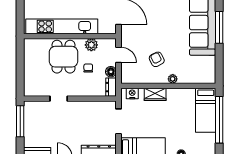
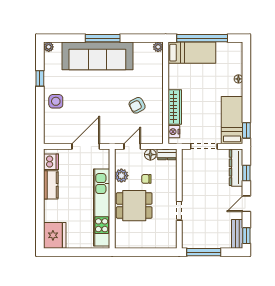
plant: (173, 79) -> (158, 47), moved
wardrobe: (155, 94) -> (175, 107), width x1.50

